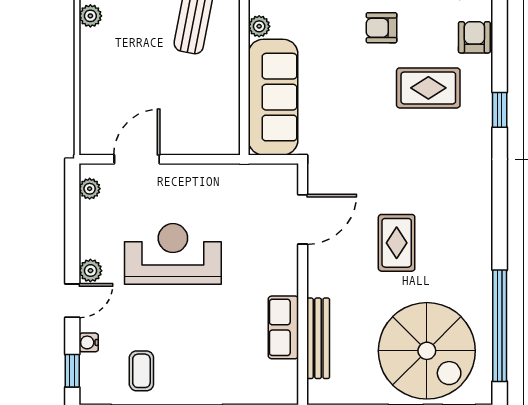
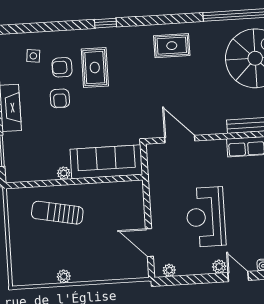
armchair: (474, 37) -> (62, 67), moved
rug: (397, 243) -> (172, 46), moved

